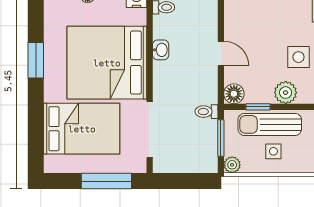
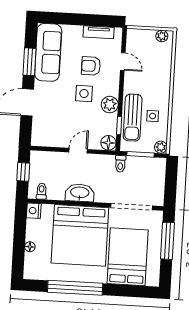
washbasin: (161, 50) -> (80, 193), width x1.91, depth x1.45
window: (36, 60) -> (75, 288), width x2.11

